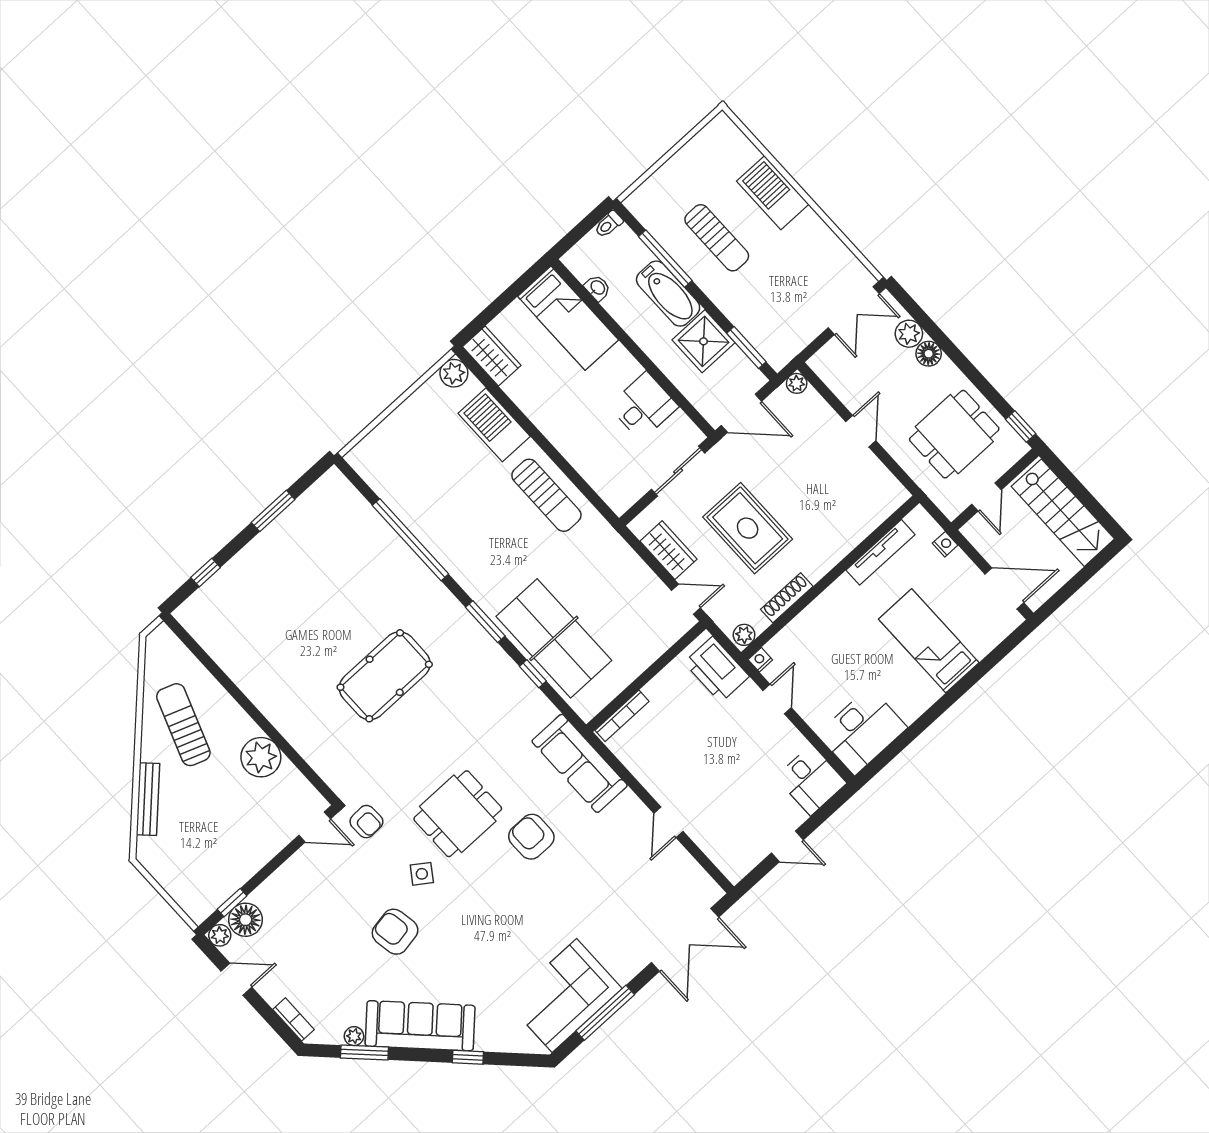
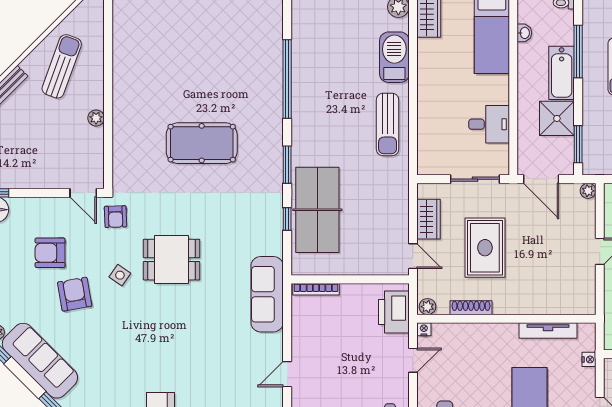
plant: (261, 757) -> (96, 118), width x0.53, depth x0.53
armchair: (531, 837) -> (50, 253), moved, turned -90

